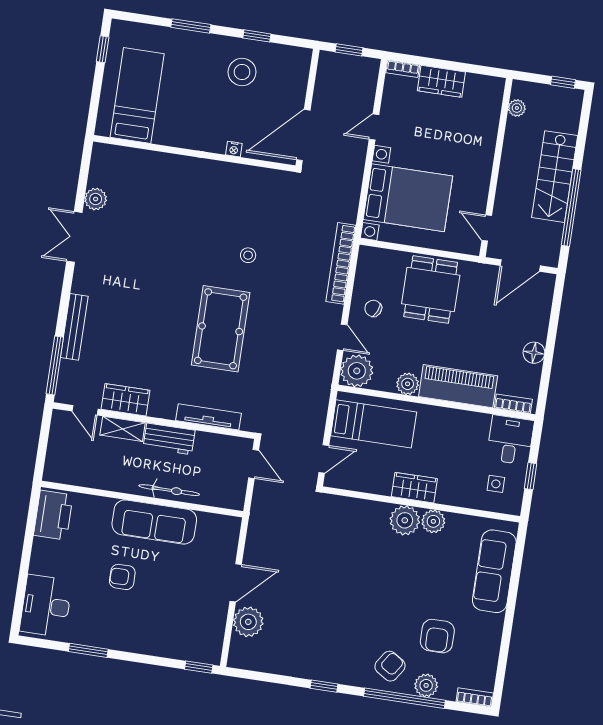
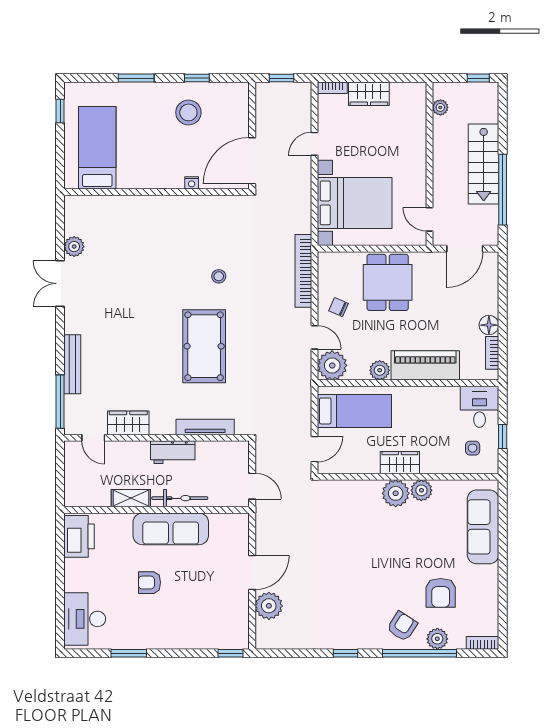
bookcase: (513, 404) -> (492, 353), moved, turned -90
shelving: (123, 429) -> (131, 498), moved
door: (254, 464) -> (252, 486), moved

